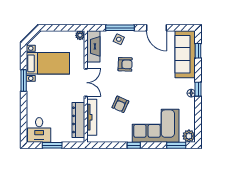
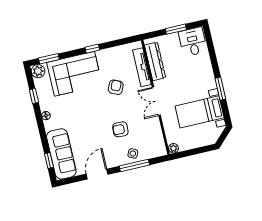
door: (156, 28) -> (97, 174), hinge flipped
fireplace: (93, 46) -> (157, 140), removed
window: (198, 89) -> (34, 96), moved

